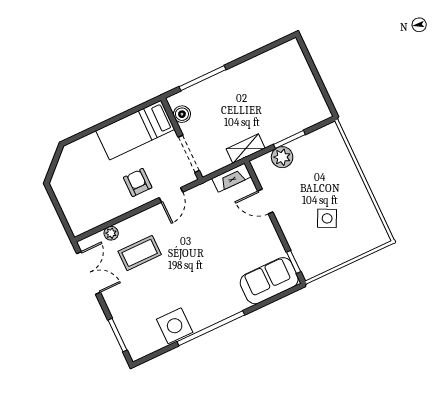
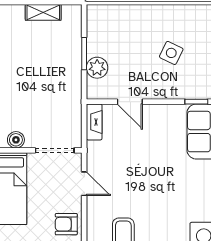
shelving: (246, 149) -> (43, 12), moved, turned 90
armchair: (138, 182) -> (66, 224), moved
door: (265, 201) -> (130, 102), hinge flipped

